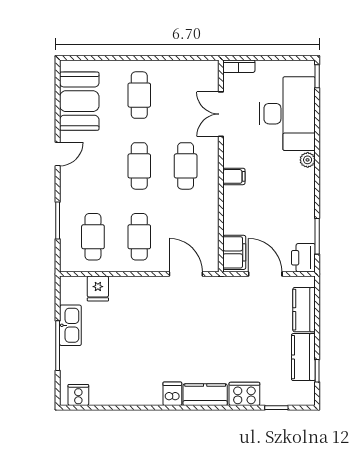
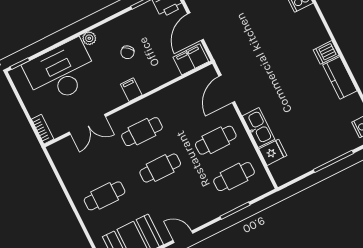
chair: (274, 192) -> (127, 52), added
kitchen sink: (70, 325) -> (259, 128), moved, turned 90
kitchen counter: (205, 395) -> (340, 78), moved

